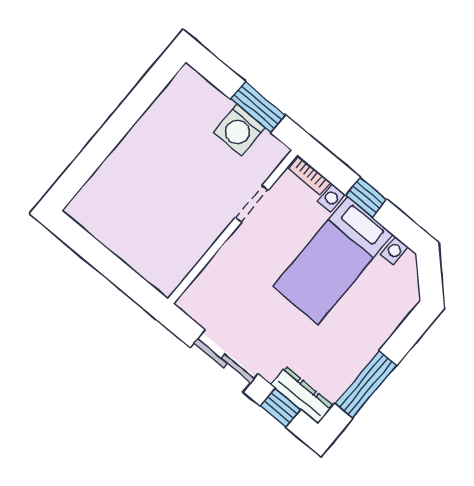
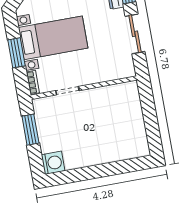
washing machine: (239, 130) -> (53, 163), moved
window: (366, 197) -> (16, 53), width x1.50

